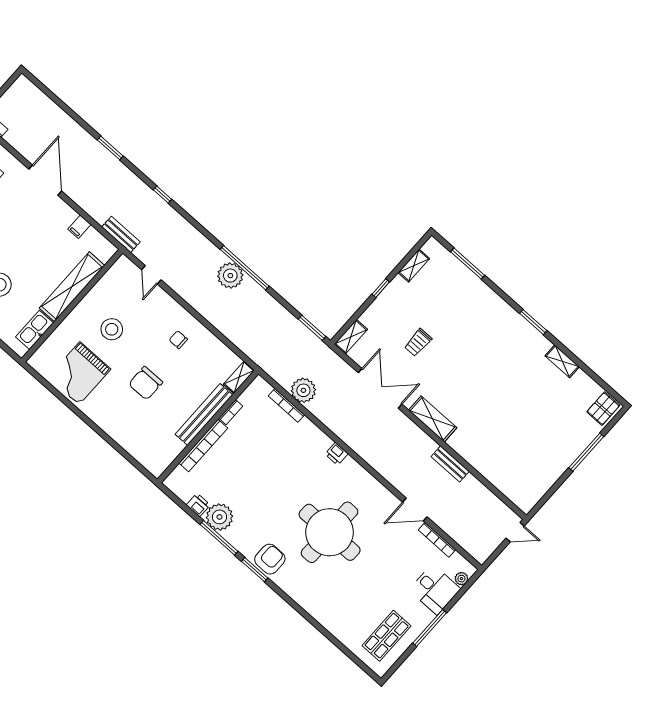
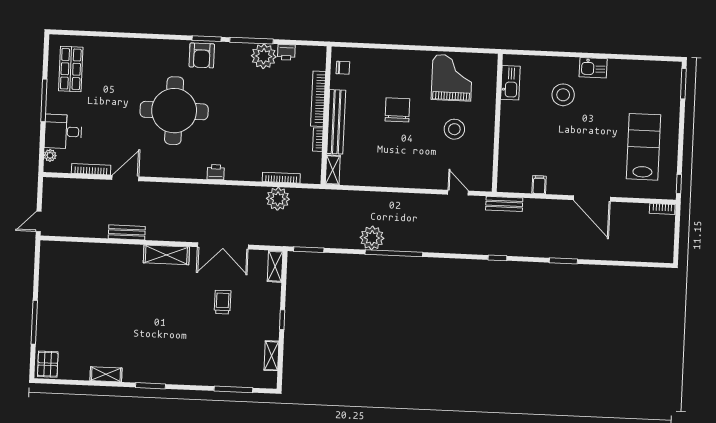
plant: (230, 276) -> (372, 238), moved
shelving: (72, 287) -> (509, 137), removed
chair: (178, 340) -> (343, 68), moved

